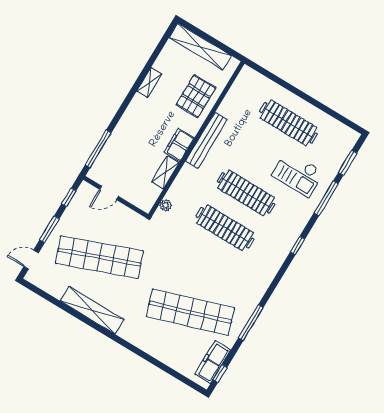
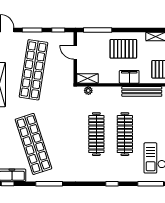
pallet: (140, 131) -> (123, 49), added
shelving: (165, 172) -> (88, 79), moved
shop shelf: (99, 257) -> (33, 70), turned 30

